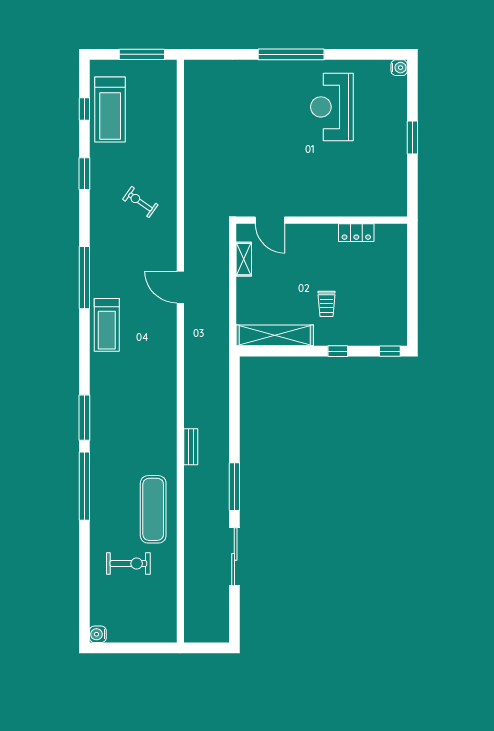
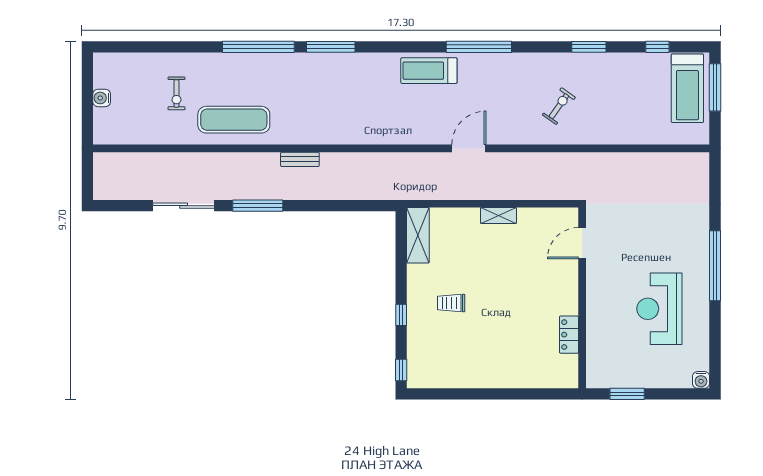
window: (142, 54) -> (715, 87), moved
reception desk: (332, 107) -> (659, 309), turned -90
treadmill: (110, 110) -> (687, 88), moved, turned -90
door: (270, 220) -> (582, 243), moved
wall: (322, 220) -> (582, 298), moved
locker: (356, 233) -> (569, 335), moved
shelving: (275, 335) -> (418, 235), width x0.68
exercise bike: (128, 564) -> (176, 93), width x0.73, depth x0.72
water cooler: (98, 634) -> (102, 98), moved, turned -90

